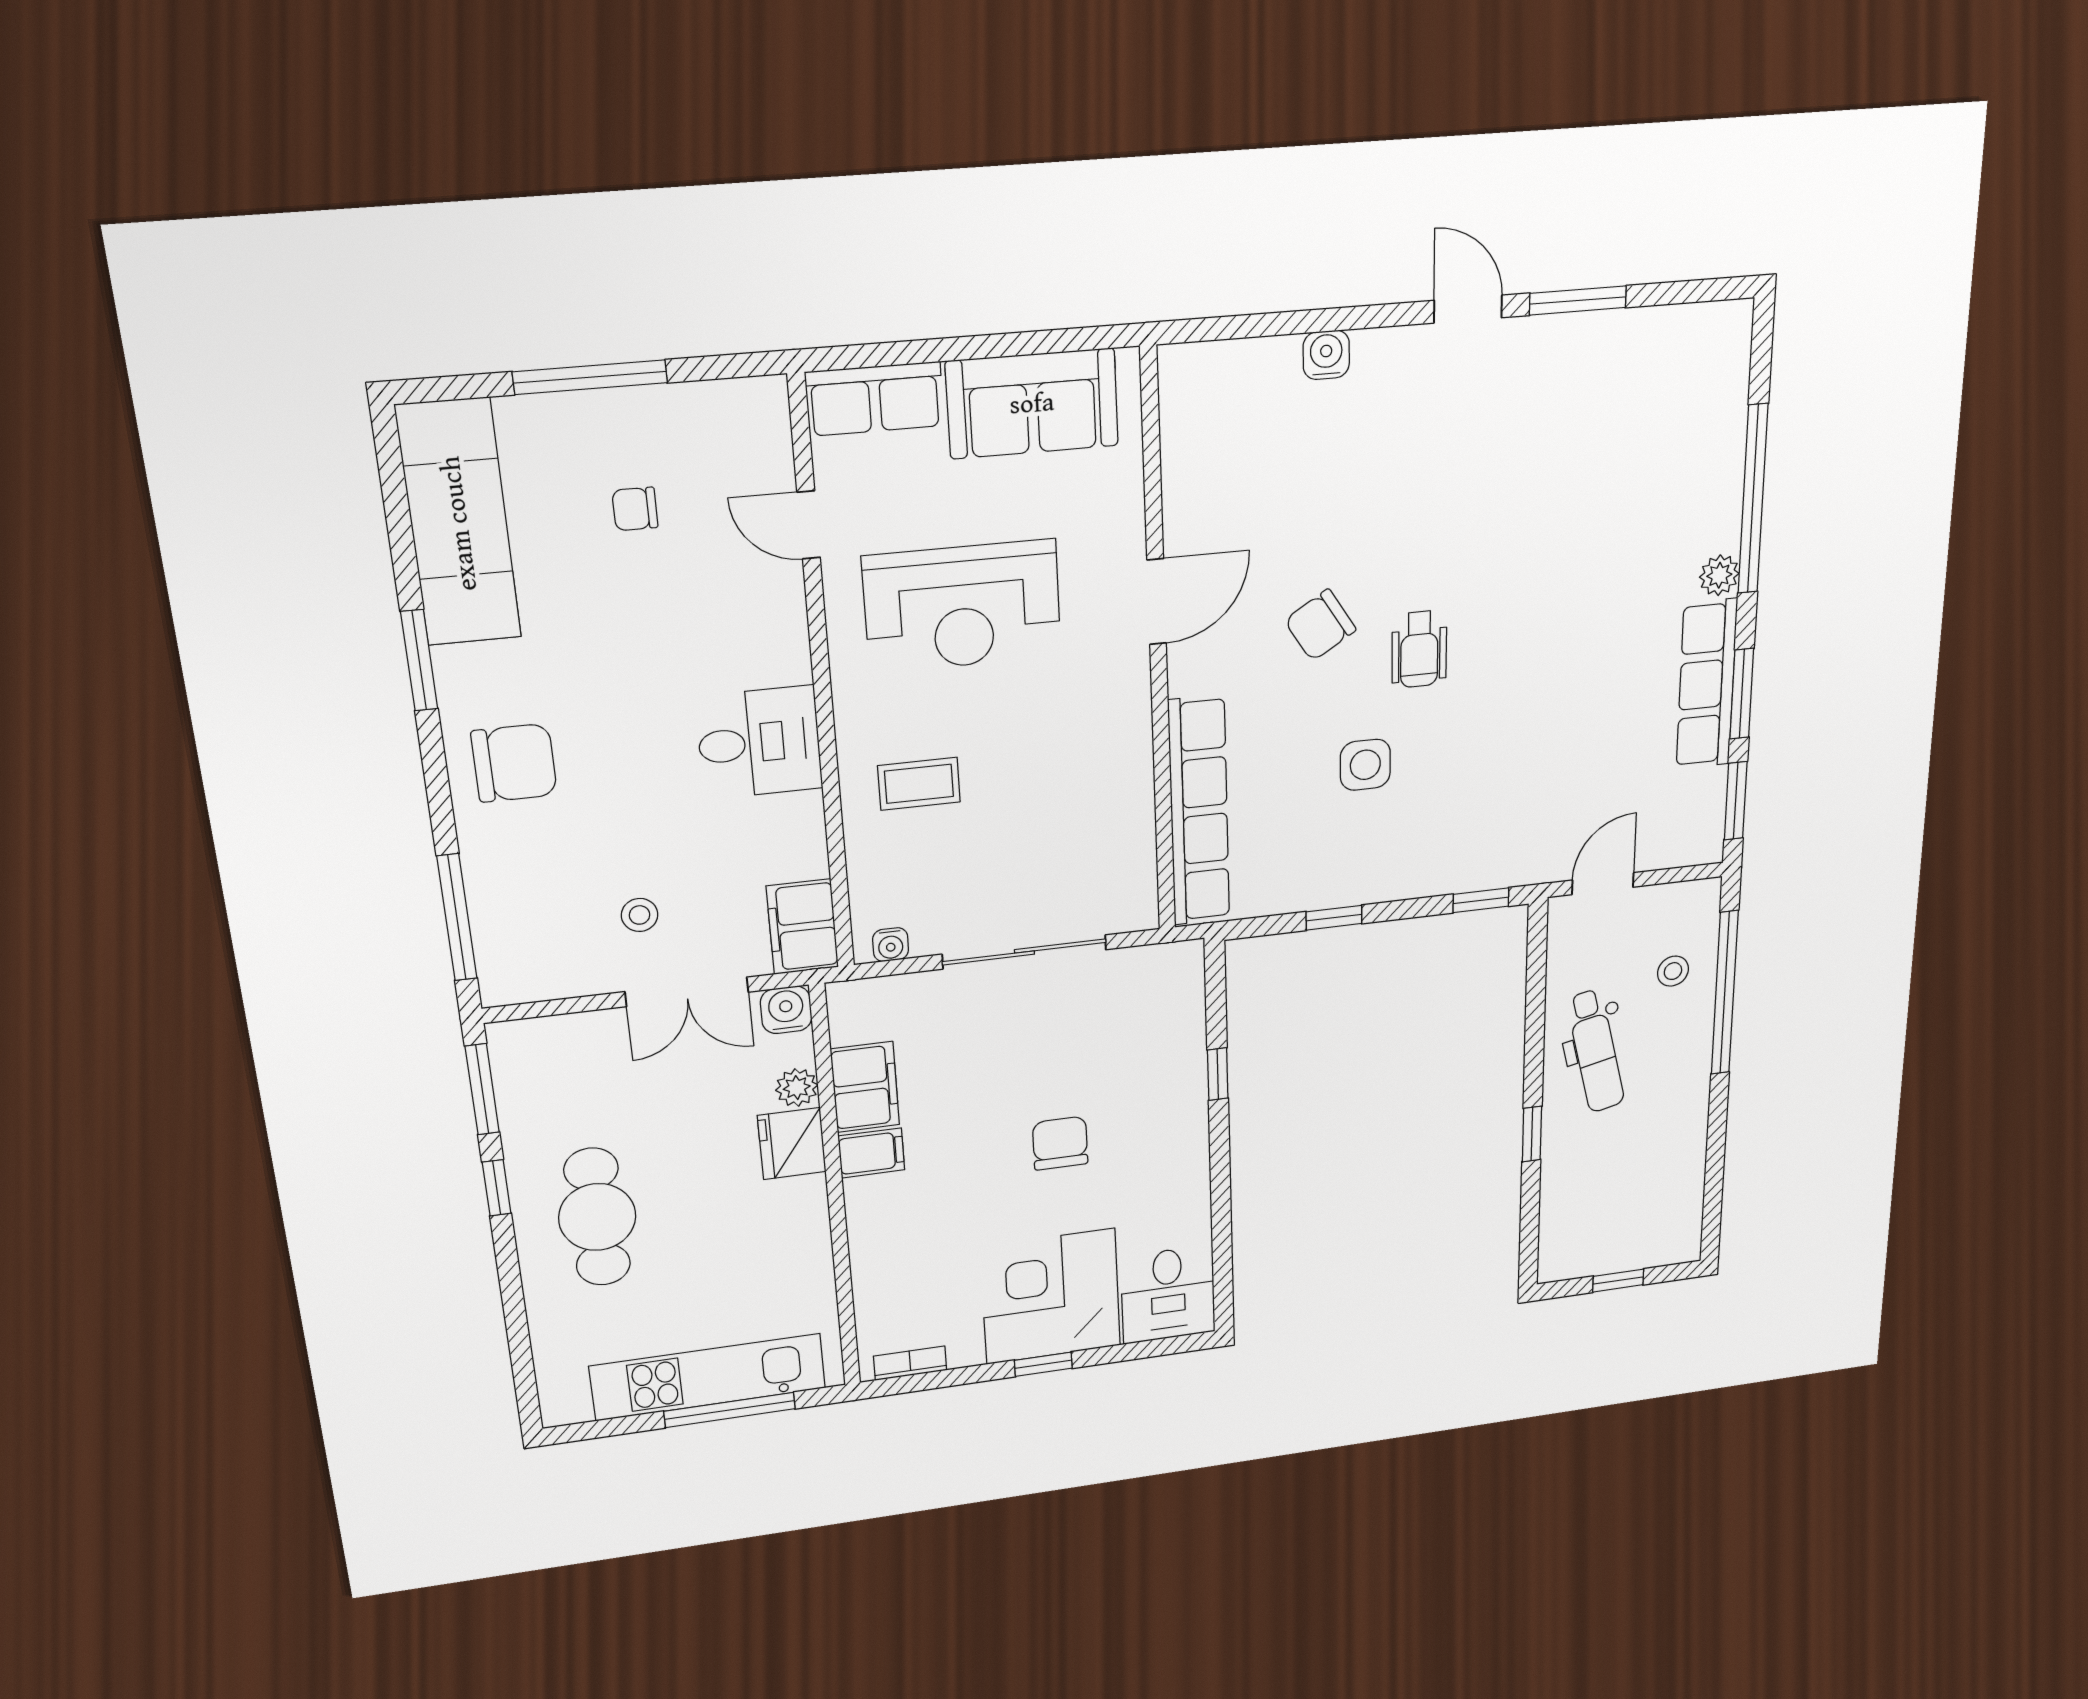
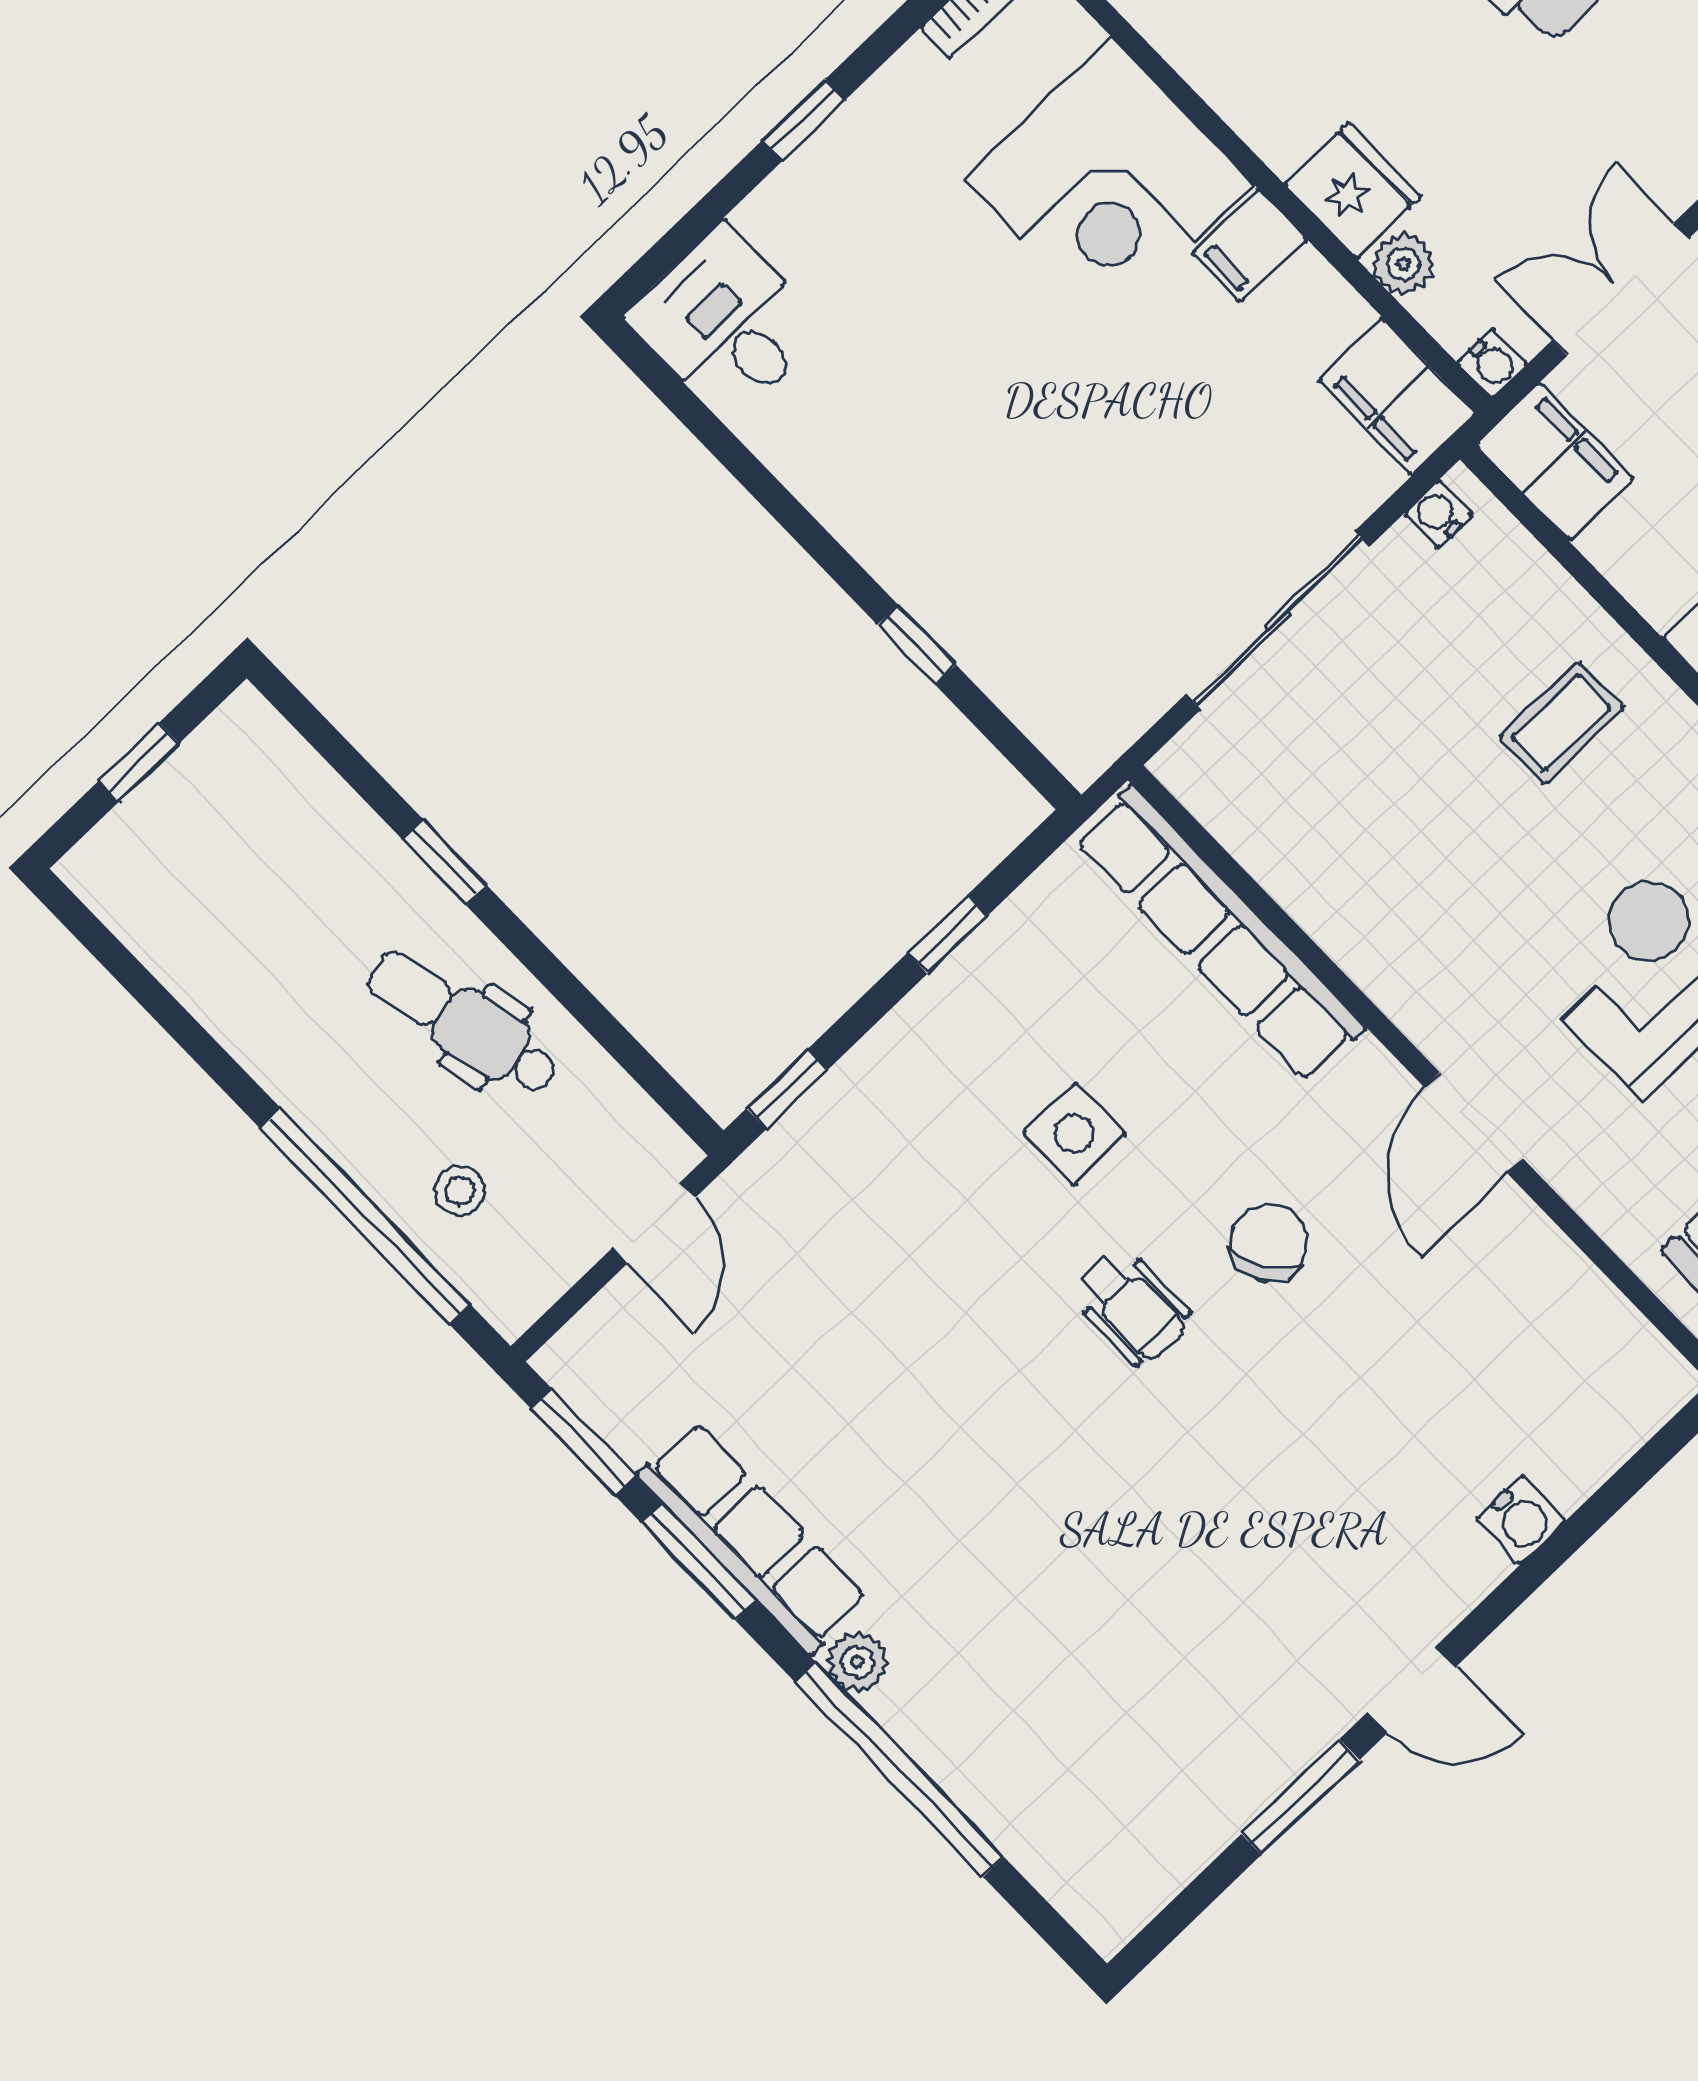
wheelchair: (1419, 649) -> (1132, 1307), turned 180
water cooler: (786, 1010) -> (1492, 363), width x0.72, depth x0.72
filing cabinet: (865, 1087) -> (1397, 397), moved
chair: (1060, 1143) -> (1033, 420), removed
corner desk: (1051, 1296) -> (1109, 182), moved, turned 90

